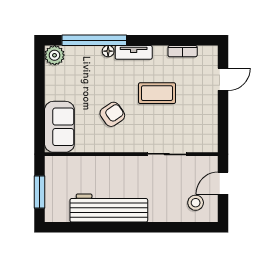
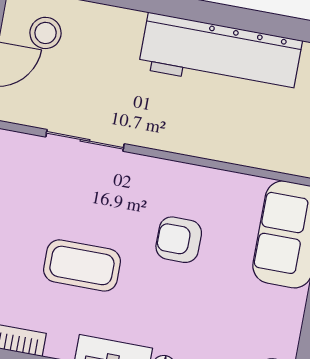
armchair: (112, 114) -> (179, 240), turned 35

